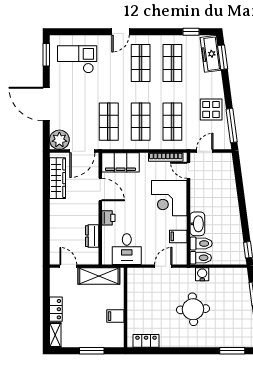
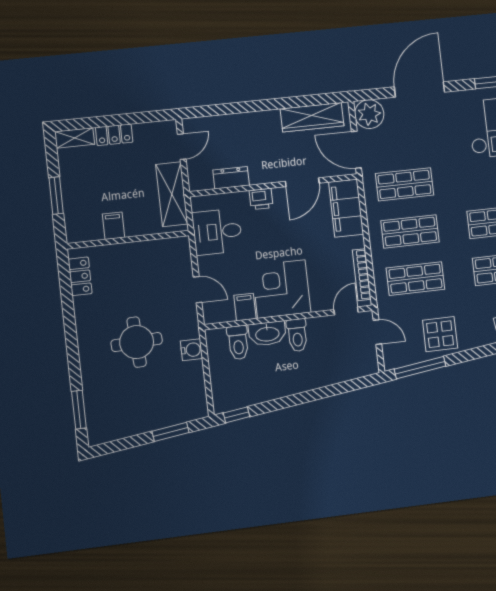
corner desk: (169, 198) -> (281, 289), moved
toilet: (201, 258) -> (297, 335), moved

